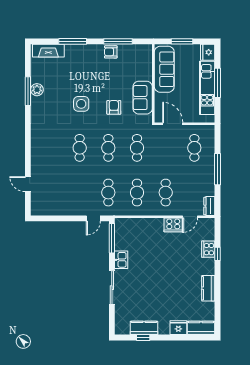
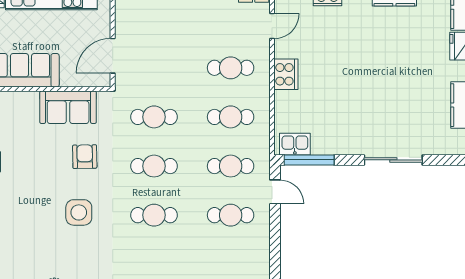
armchair: (114, 107) -> (85, 157), turned 89
cafe table: (194, 148) -> (231, 215), moved
door: (190, 217) -> (272, 26), hinge flipped
cooker: (173, 225) -> (286, 74), moved
kitchen sink: (121, 260) -> (295, 144), moved

